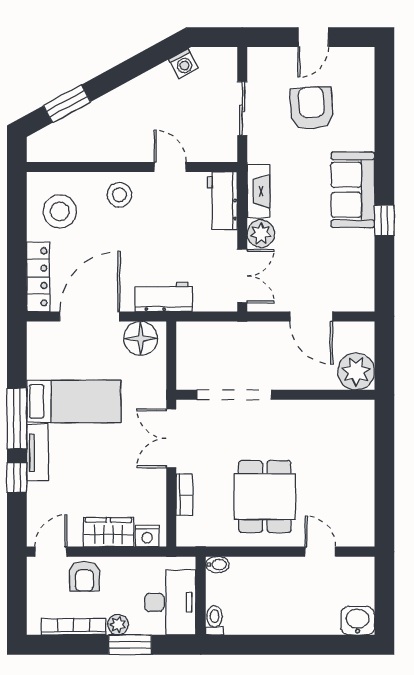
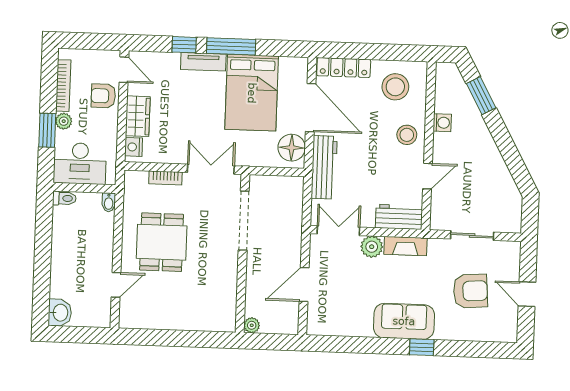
washing machine: (183, 64) -> (442, 123), moved, turned -151
window: (384, 221) -> (422, 347), moved
double door: (242, 276) -> (338, 231), swing flipped
workbench: (164, 297) -> (324, 167), width x1.38
plant: (356, 371) -> (252, 325), width x0.53, depth x0.53
bed: (74, 401) -> (252, 93), width x1.50
dining table: (265, 497) -> (162, 242), turned 90

